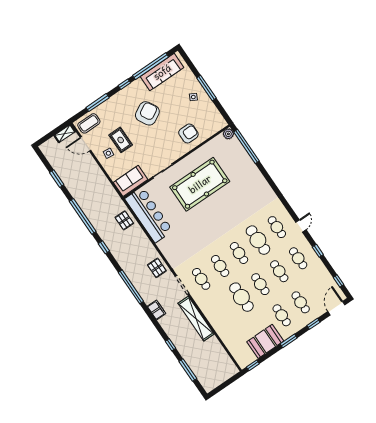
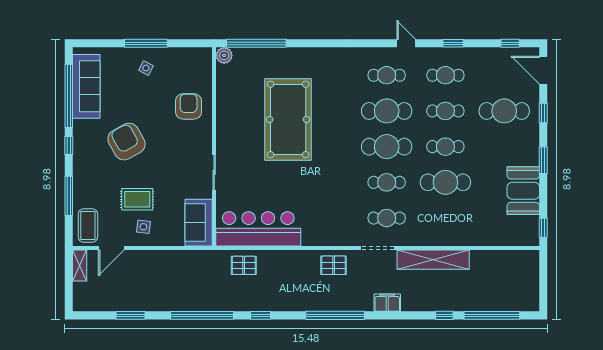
pool table: (200, 184) -> (288, 119), moved
cafe table: (239, 253) -> (387, 147), width x1.37, depth x1.35
cafe table: (301, 302) -> (504, 111), width x1.37, depth x1.35
cafe table: (282, 315) -> (504, 147), removed
window: (188, 370) -> (492, 315), width x1.46

